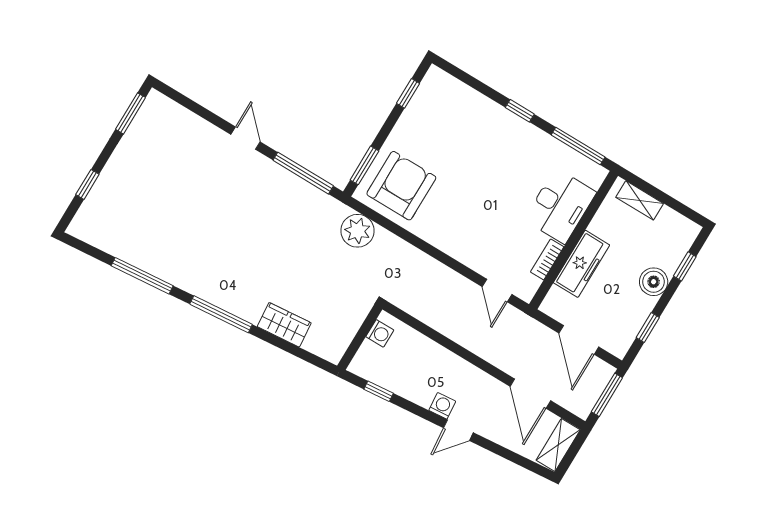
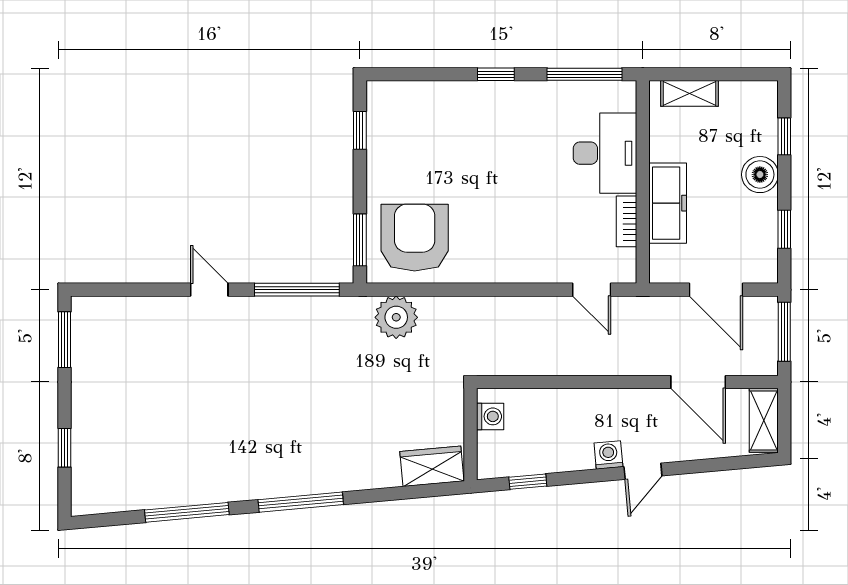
wardrobe: (284, 325) -> (432, 466), moved

